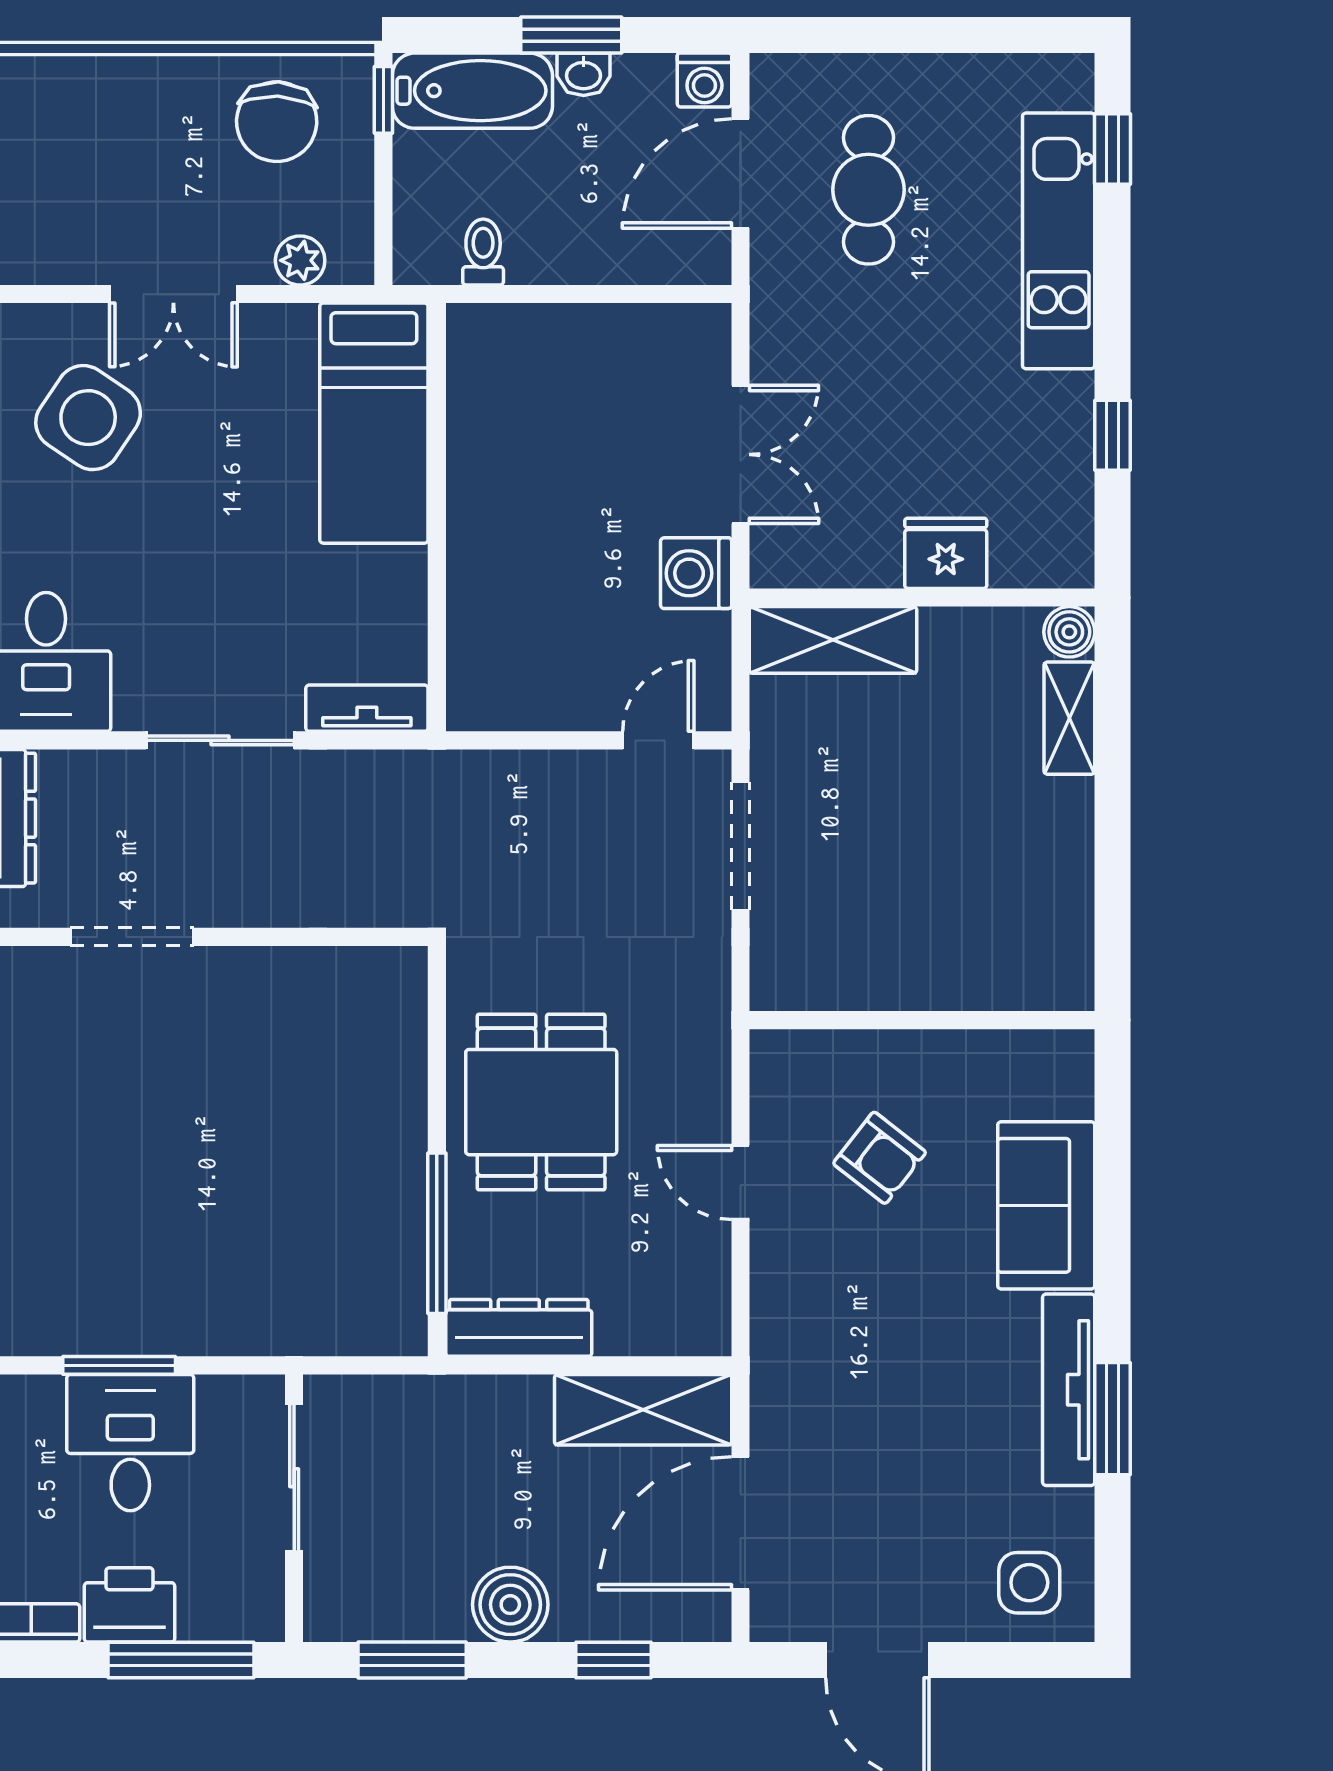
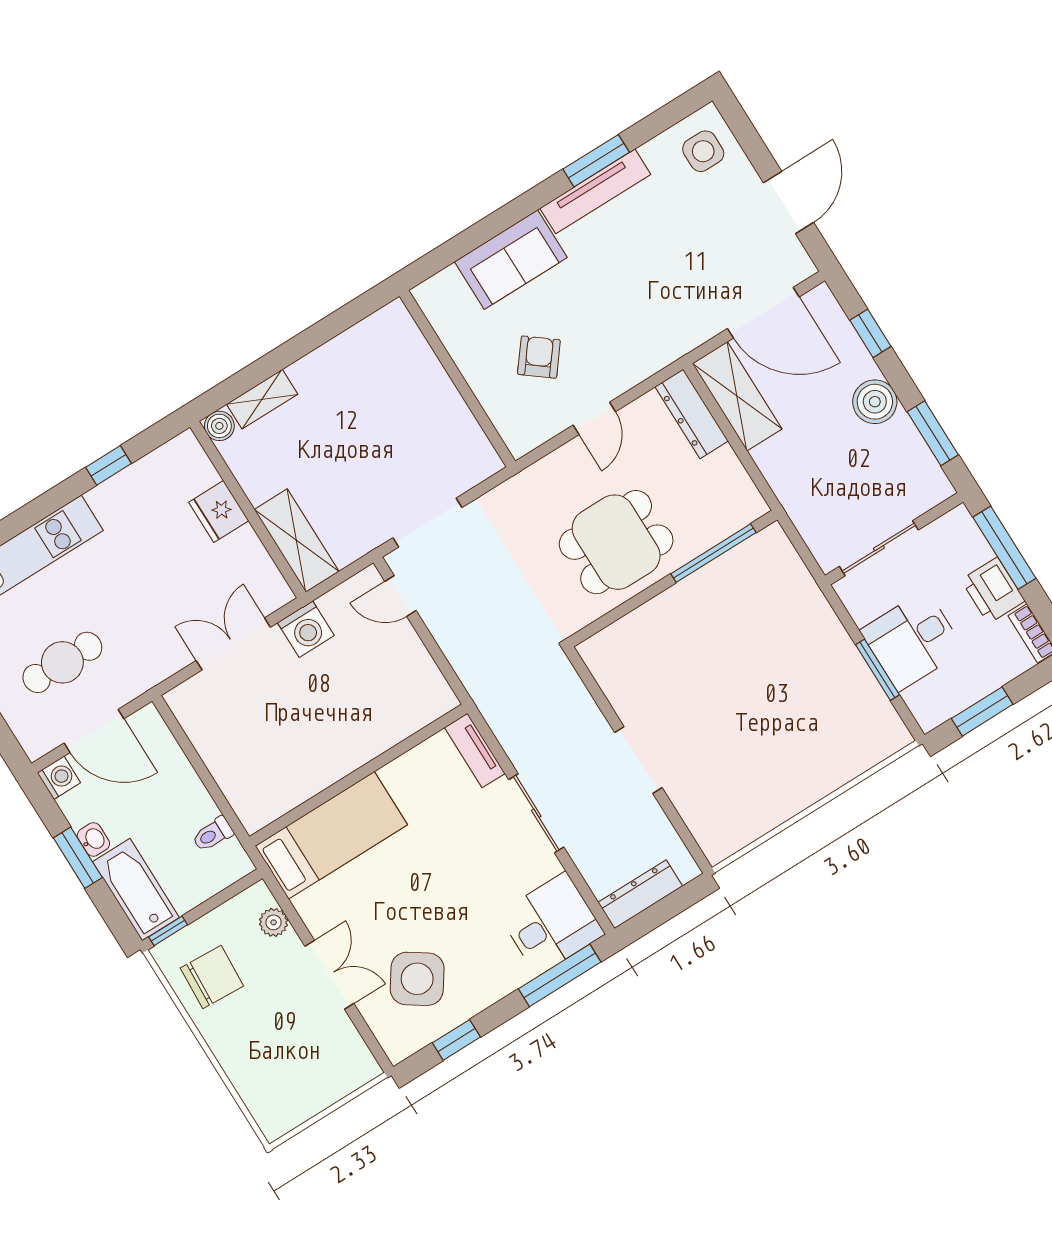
doorway: (132, 937) -> (638, 760), moved
dresser: (519, 1328) -> (692, 414), moved

